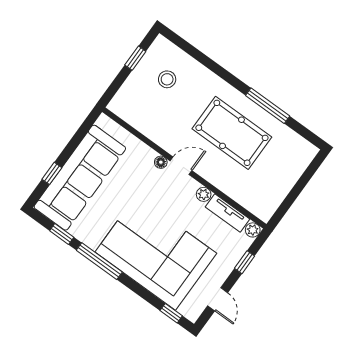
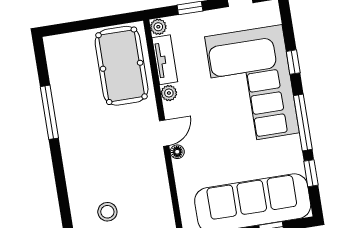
pool table: (232, 133) -> (122, 66), moved
door: (181, 166) -> (164, 133), swing flipped
window: (171, 313) -> (293, 62), moved

